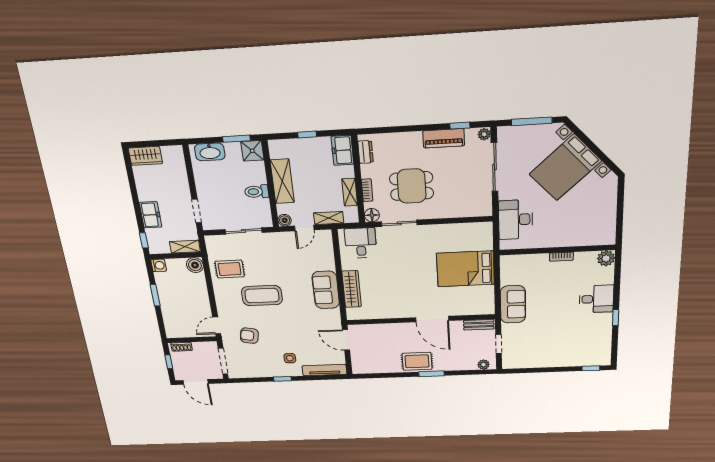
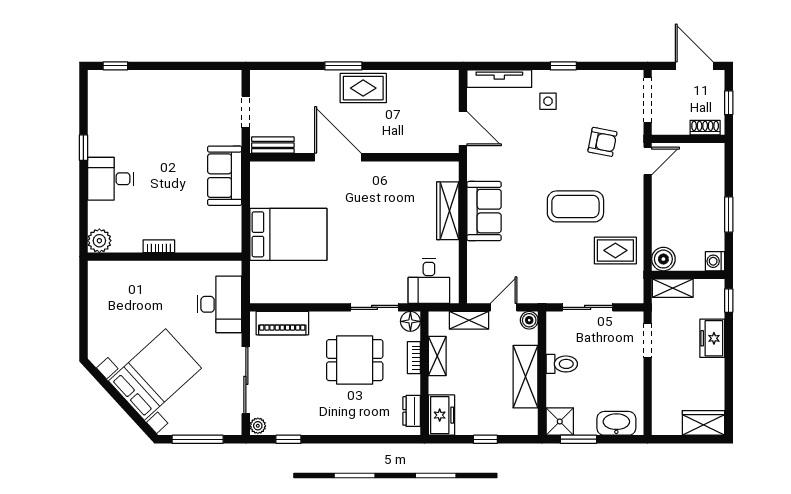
piano: (444, 138) -> (282, 323), moved, turned 180
plant: (484, 365) -> (268, 78), removed

